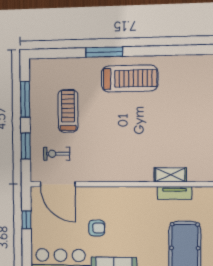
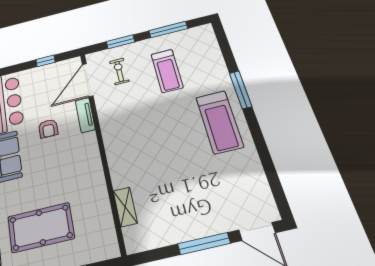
treadmill: (68, 111) -> (167, 71), turned 90
shelving: (170, 175) -> (125, 207), moved
tv unit: (175, 193) -> (85, 115), moved

